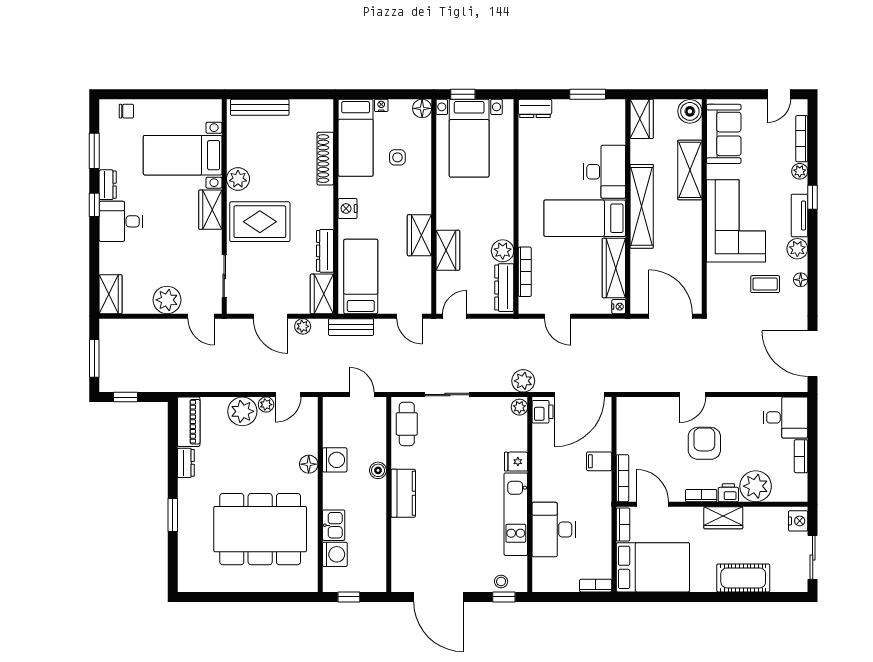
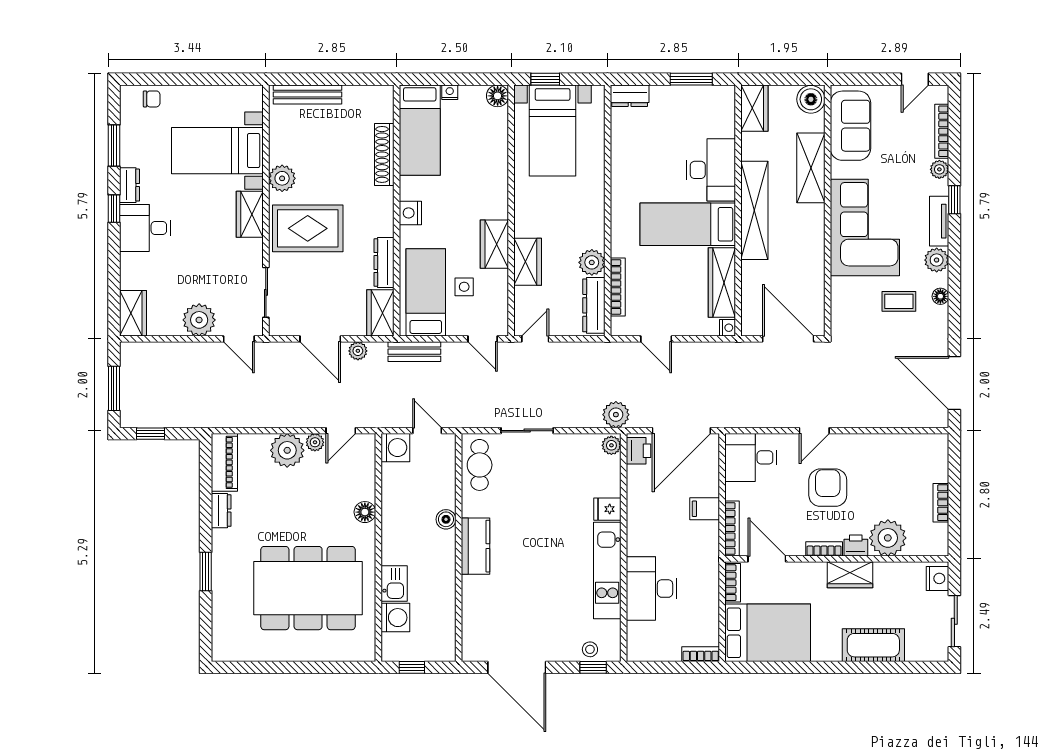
side table: (397, 157) -> (464, 287), moved
desk: (785, 417) -> (751, 457), moved, turned 180
washing machine: (335, 460) -> (395, 448), moved

